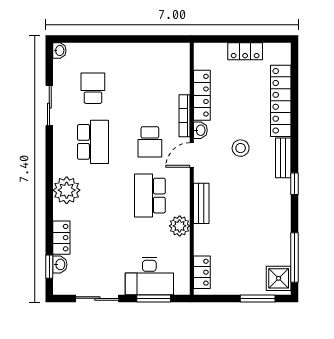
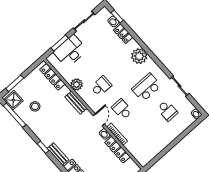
school desk: (93, 142) -> (147, 87), turned 90
stool: (241, 148) -> (35, 106), moved
school desk: (150, 196) -> (101, 86), width x0.54
locker: (202, 272) -> (52, 77), width x1.53

